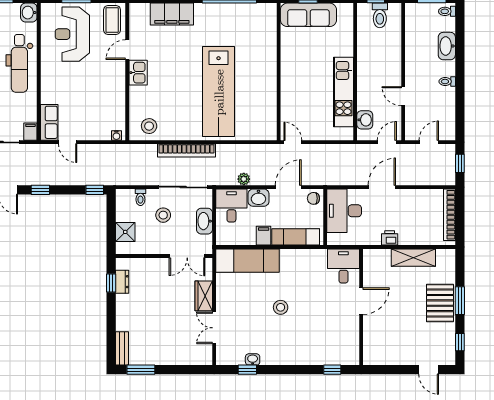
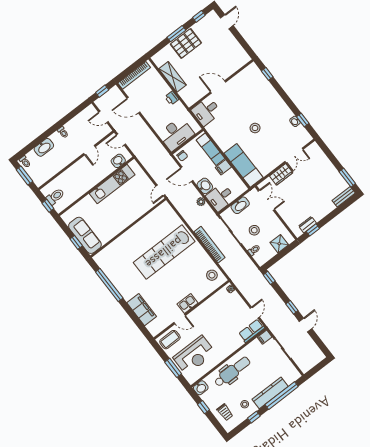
lab bench: (219, 92) -> (164, 252), turned 180
door: (382, 187) -> (133, 105), moved

